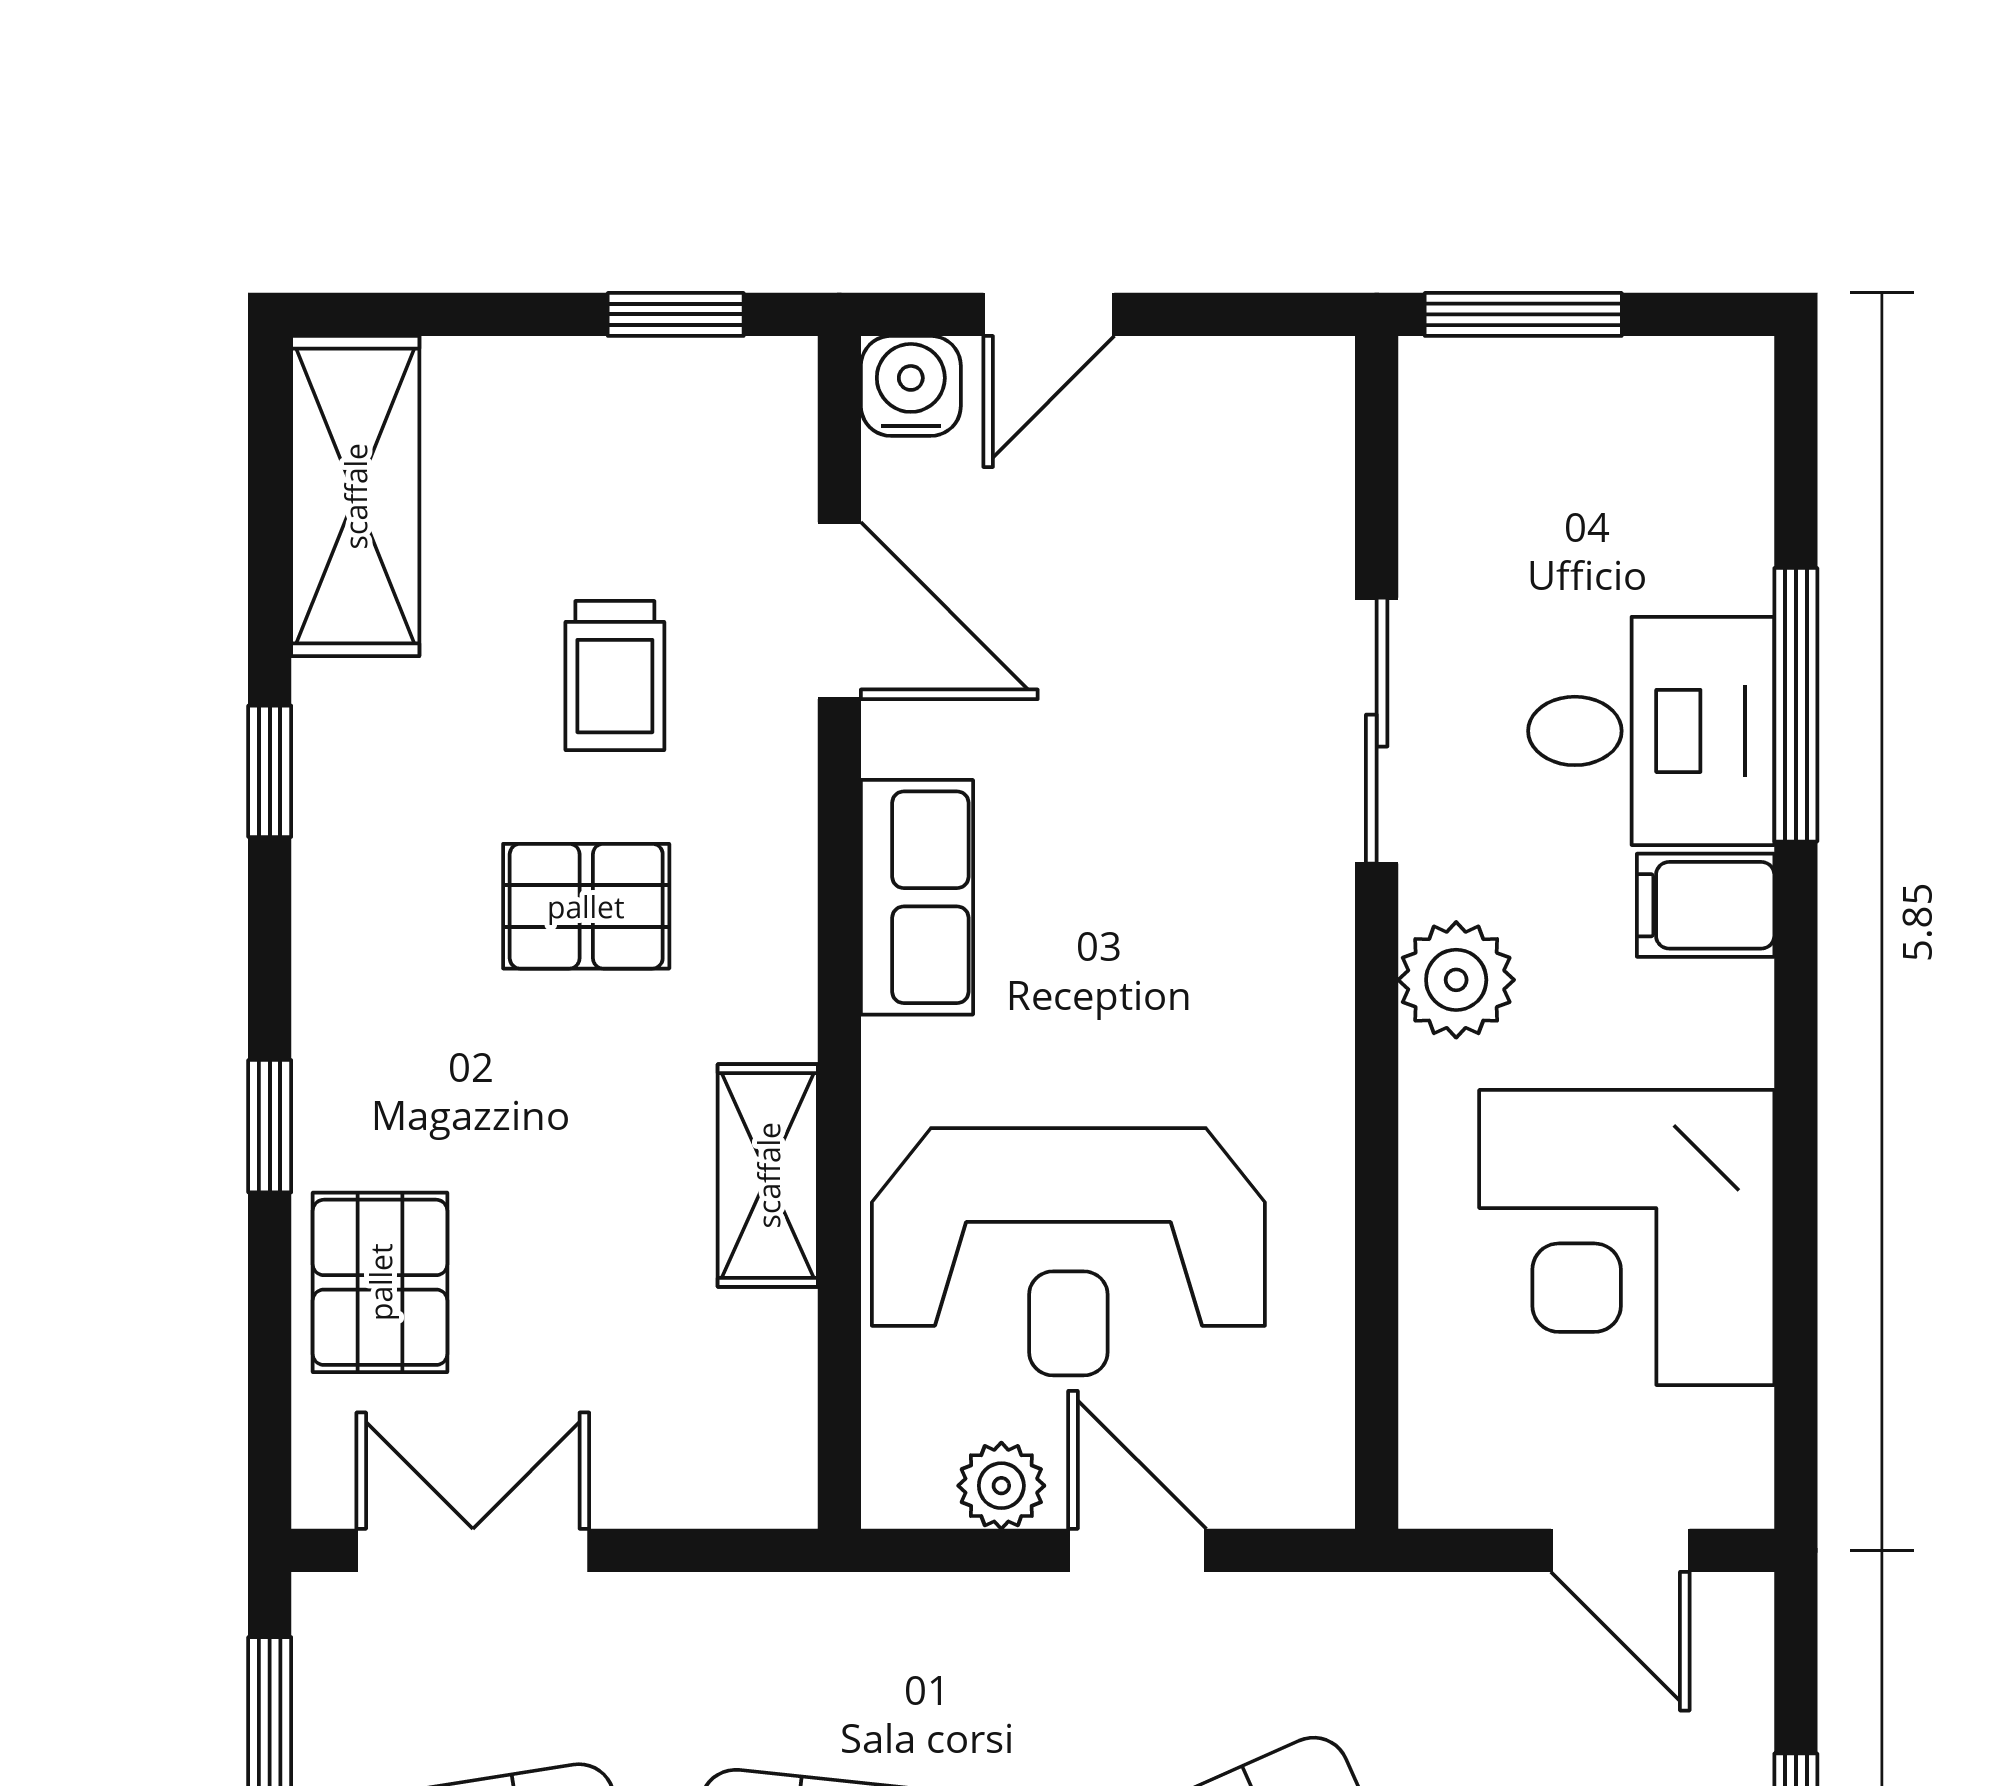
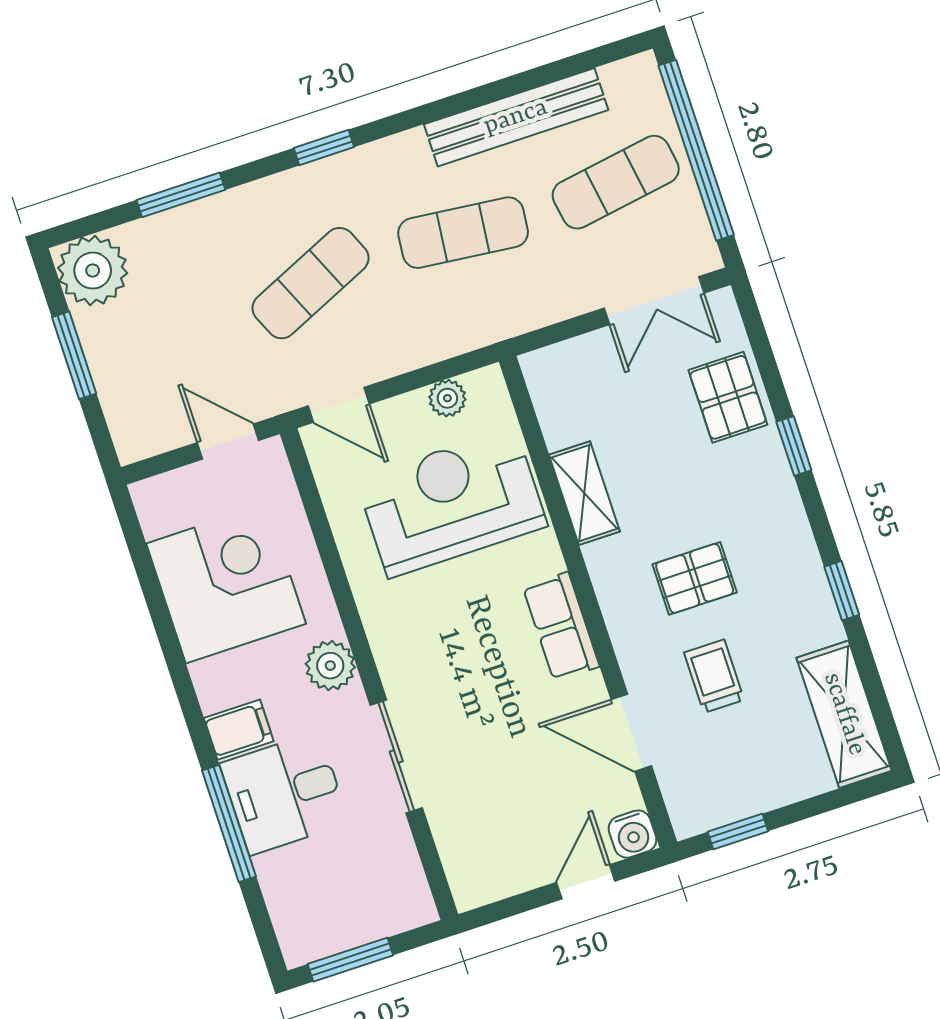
window: (1523, 314) -> (350, 960), moved
door: (1137, 1550) -> (339, 405), moved
door: (1620, 1550) -> (228, 442), moved

